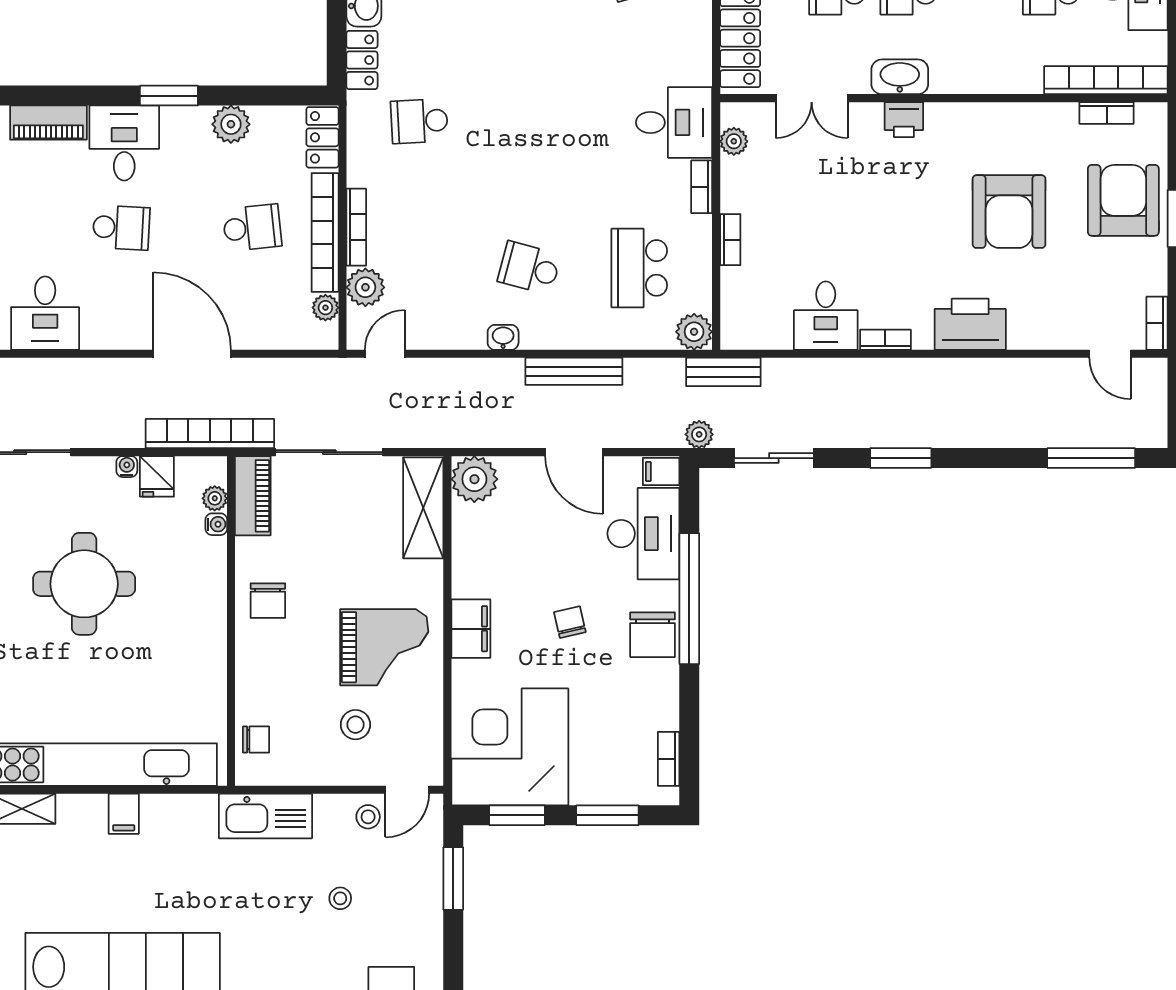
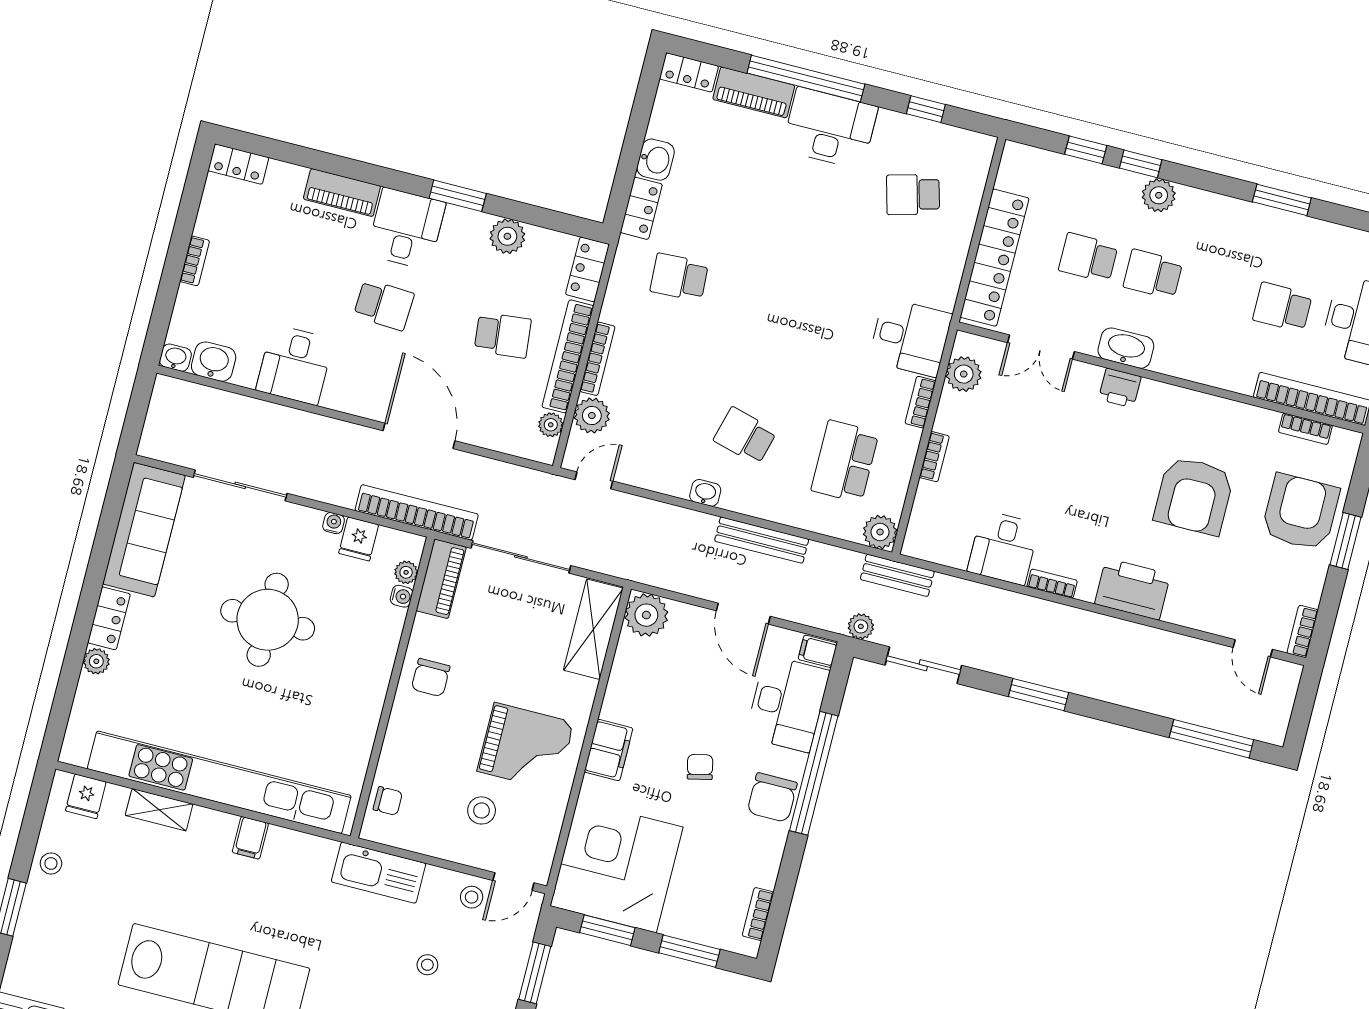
plant: (734, 141) -> (964, 374), width x1.38, depth x1.38

